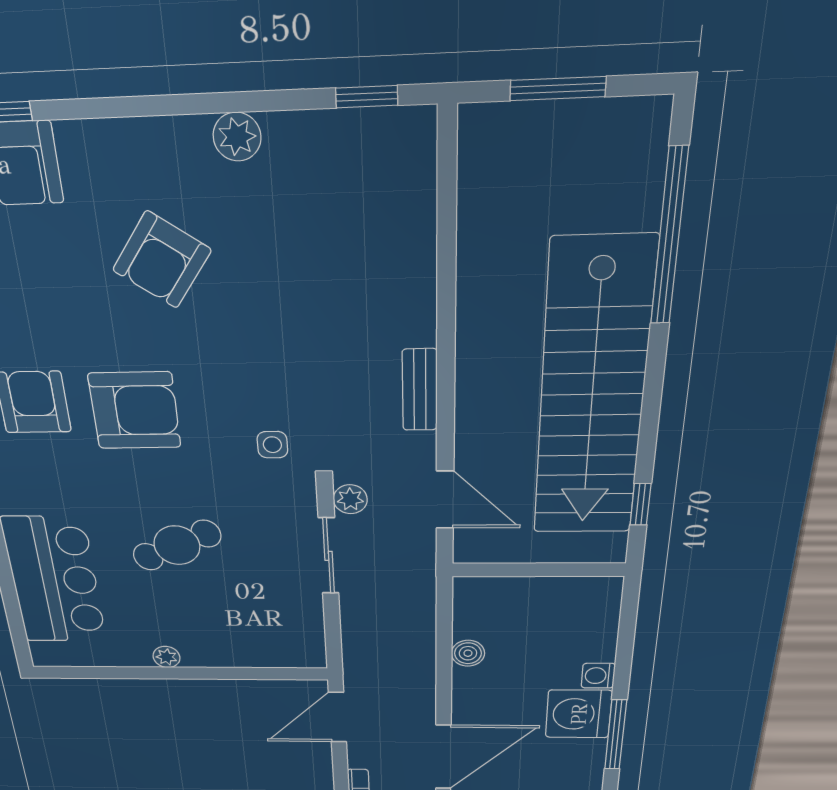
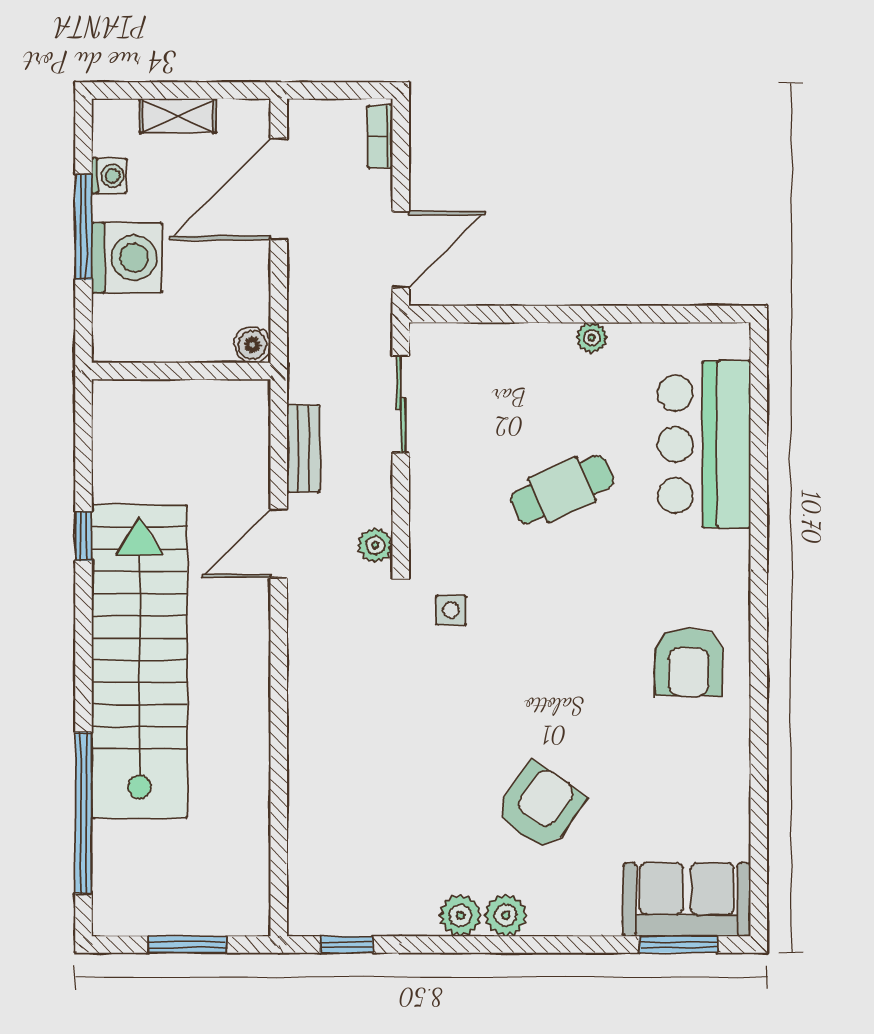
plant: (186, 139) -> (506, 915), added
bench: (420, 390) -> (303, 449), moved
armchair: (135, 411) -> (586, 651), removed
door: (445, 500) -> (279, 544), hinge flipped
sliding door: (329, 556) -> (401, 404), moved
wall: (538, 570) -> (181, 371), moved
washing machine: (598, 676) -> (109, 176), moved

